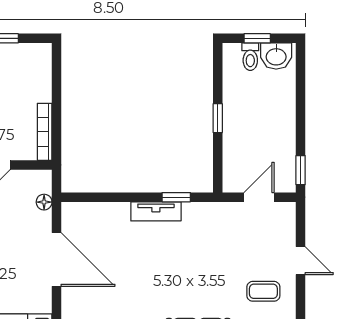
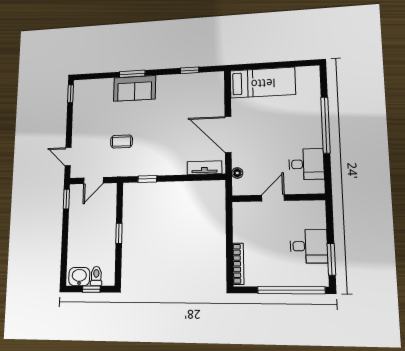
bookcase: (45, 132) -> (238, 264), moved
tv unit: (156, 211) -> (204, 168), moved
door: (301, 261) -> (68, 157), moved
coffee table: (263, 291) -> (122, 142), moved

